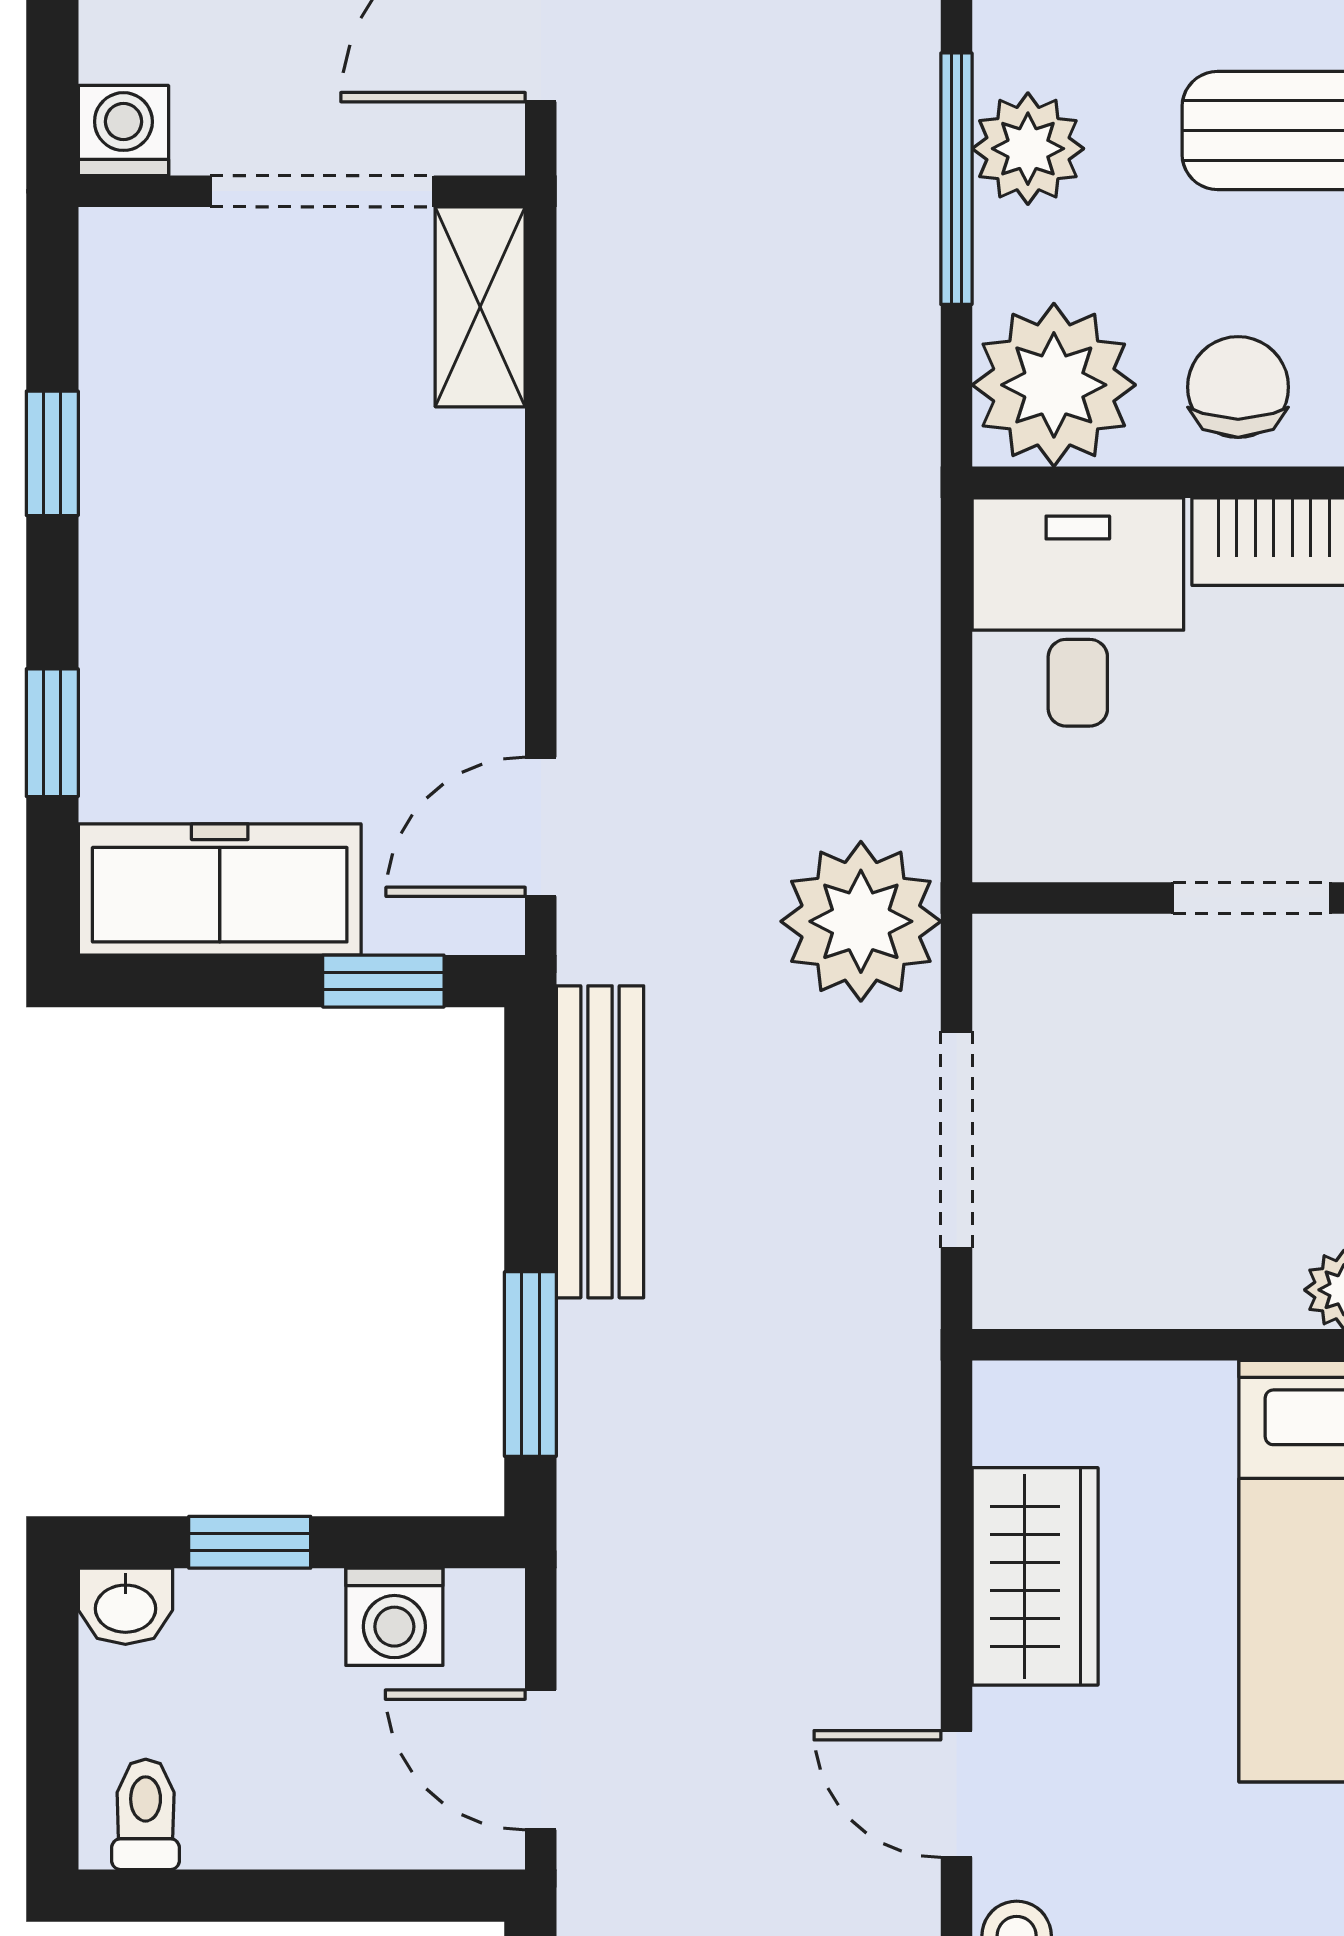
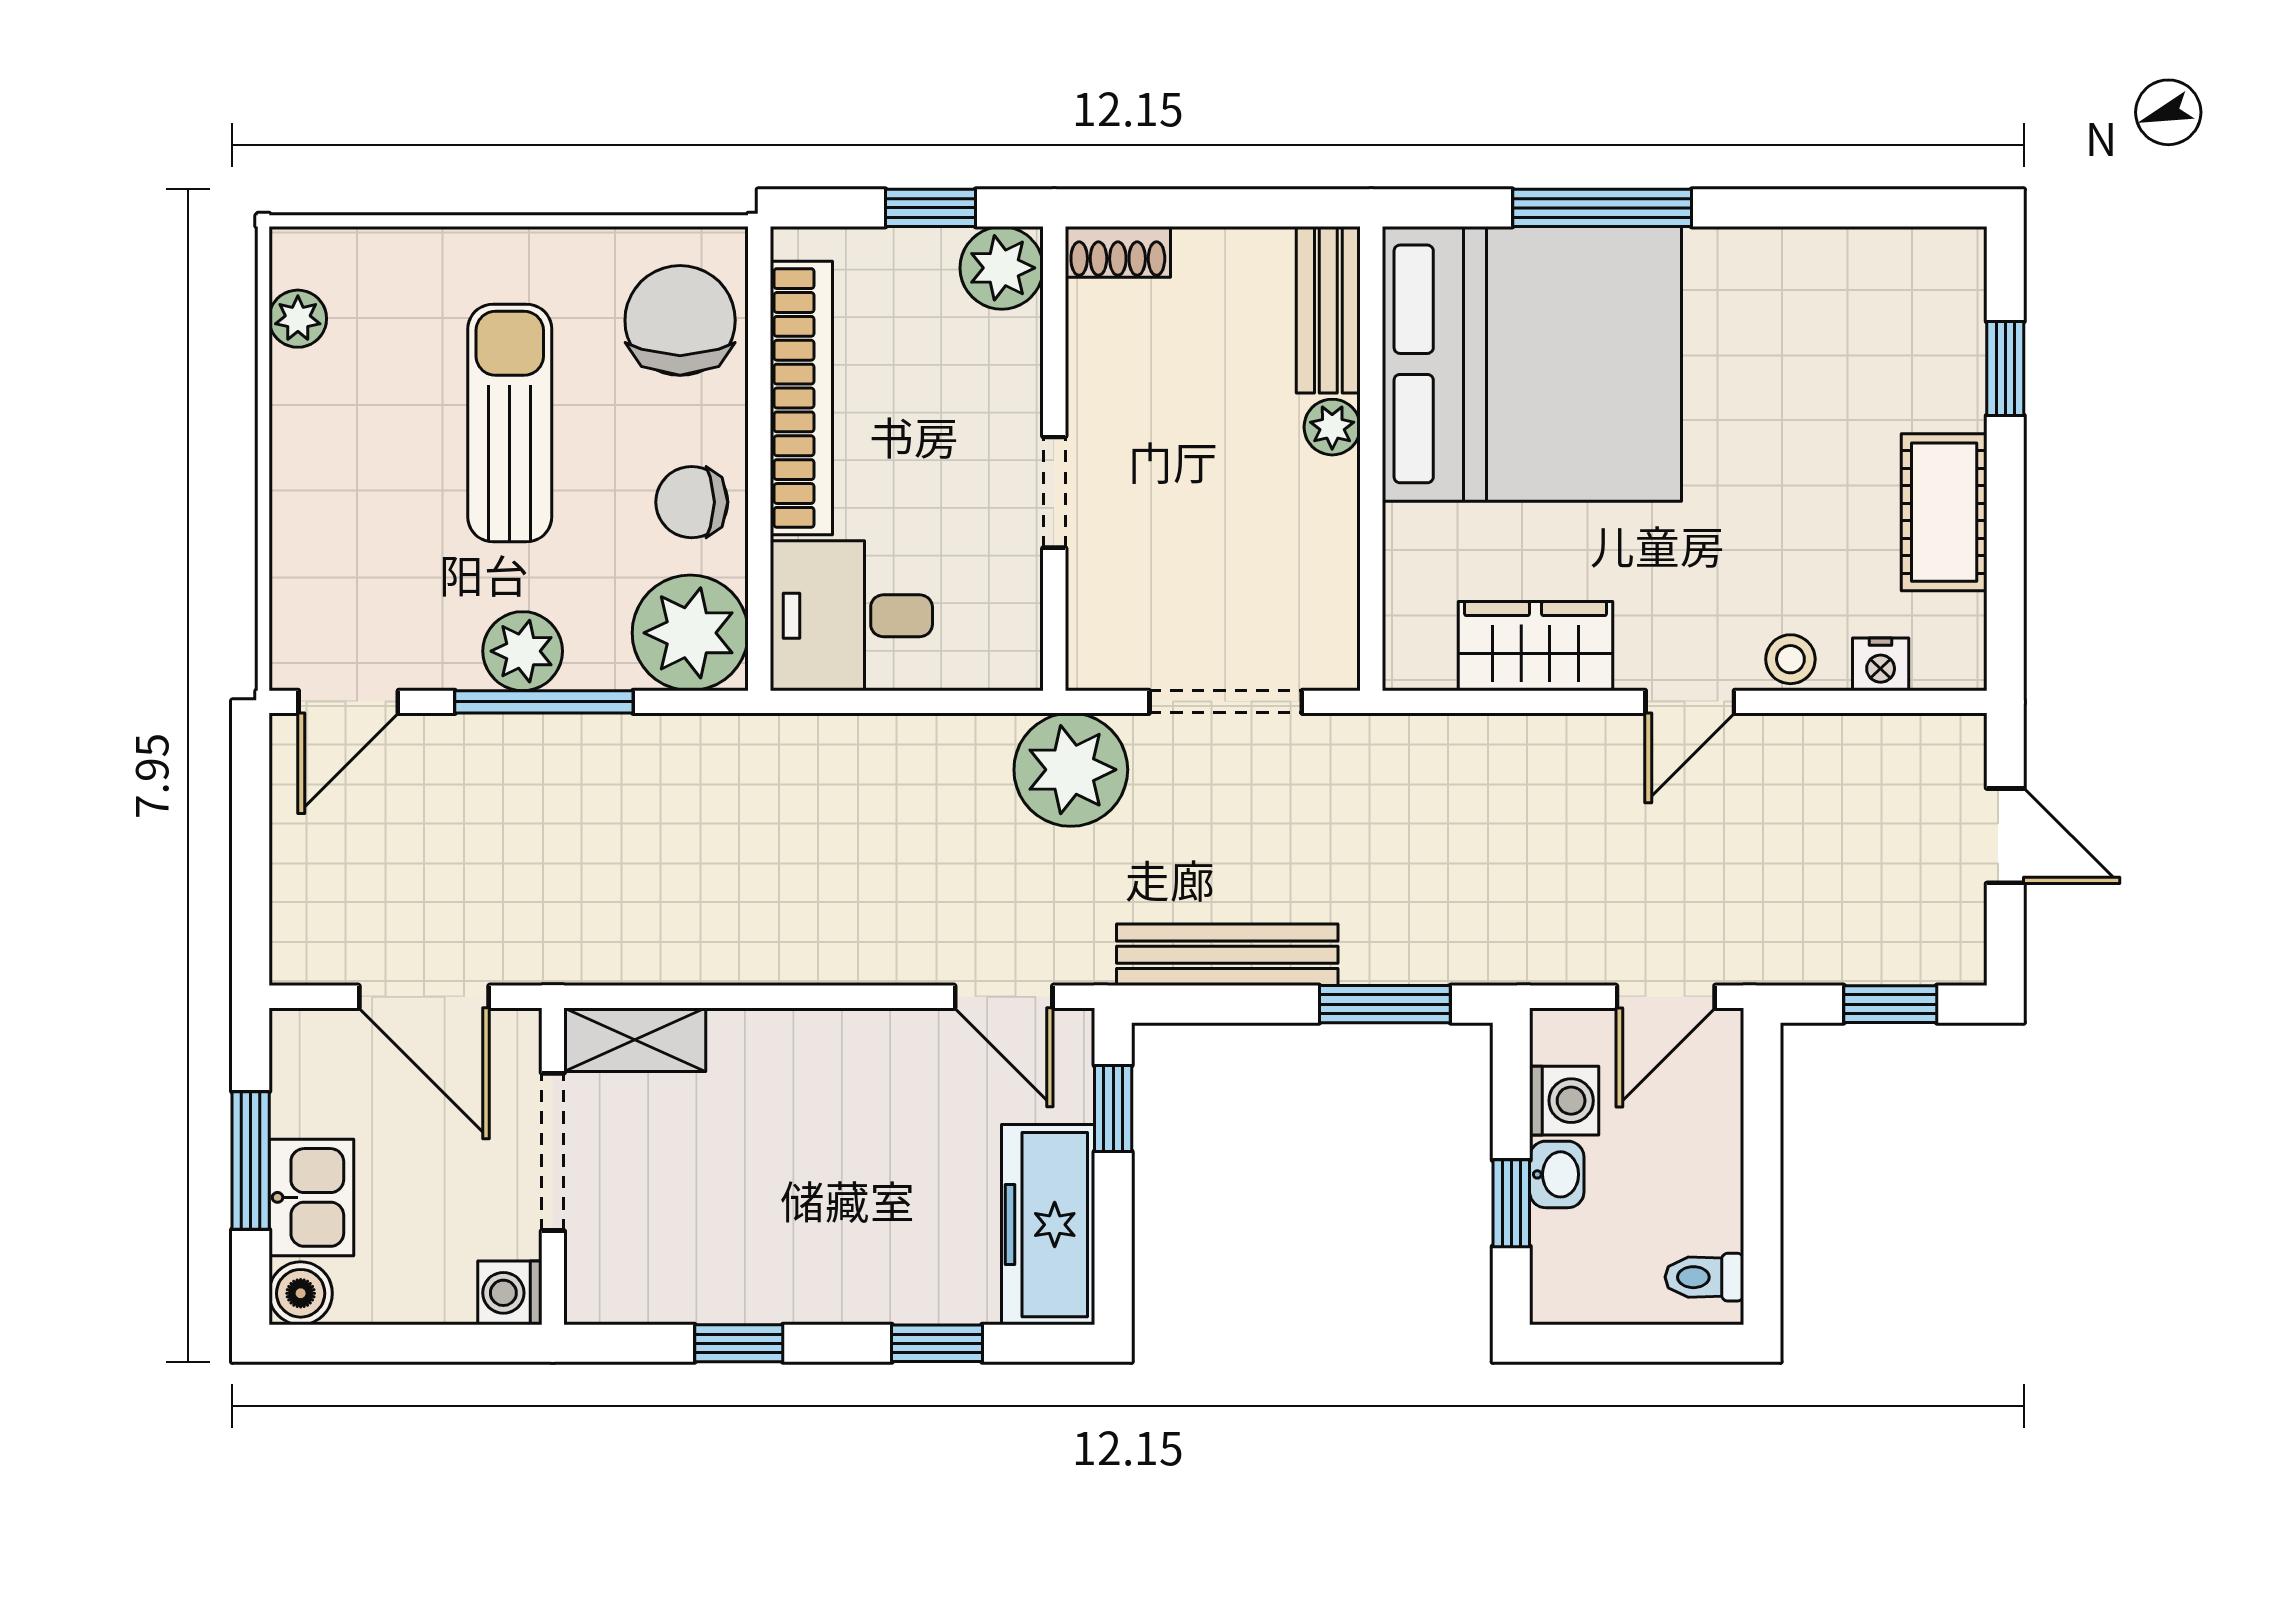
washbasin: (125, 1606) -> (1557, 1174), moved

